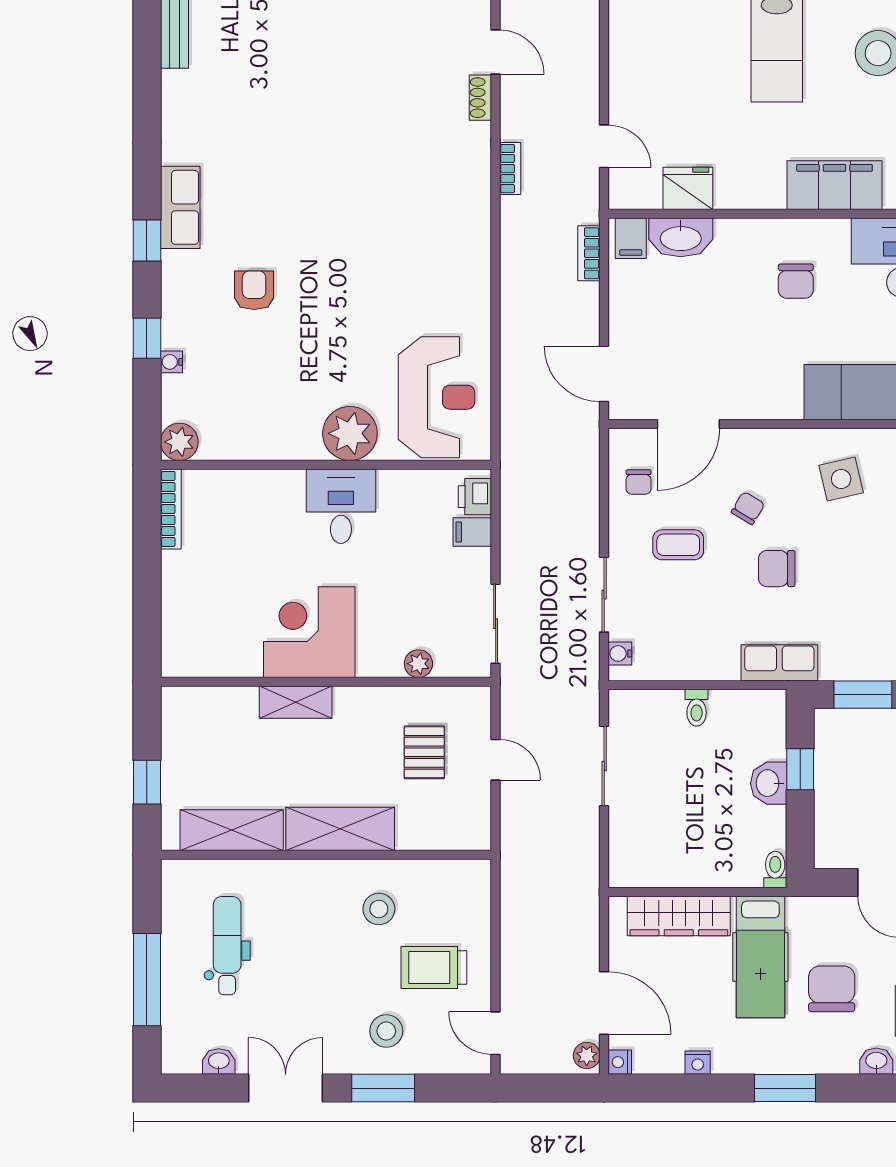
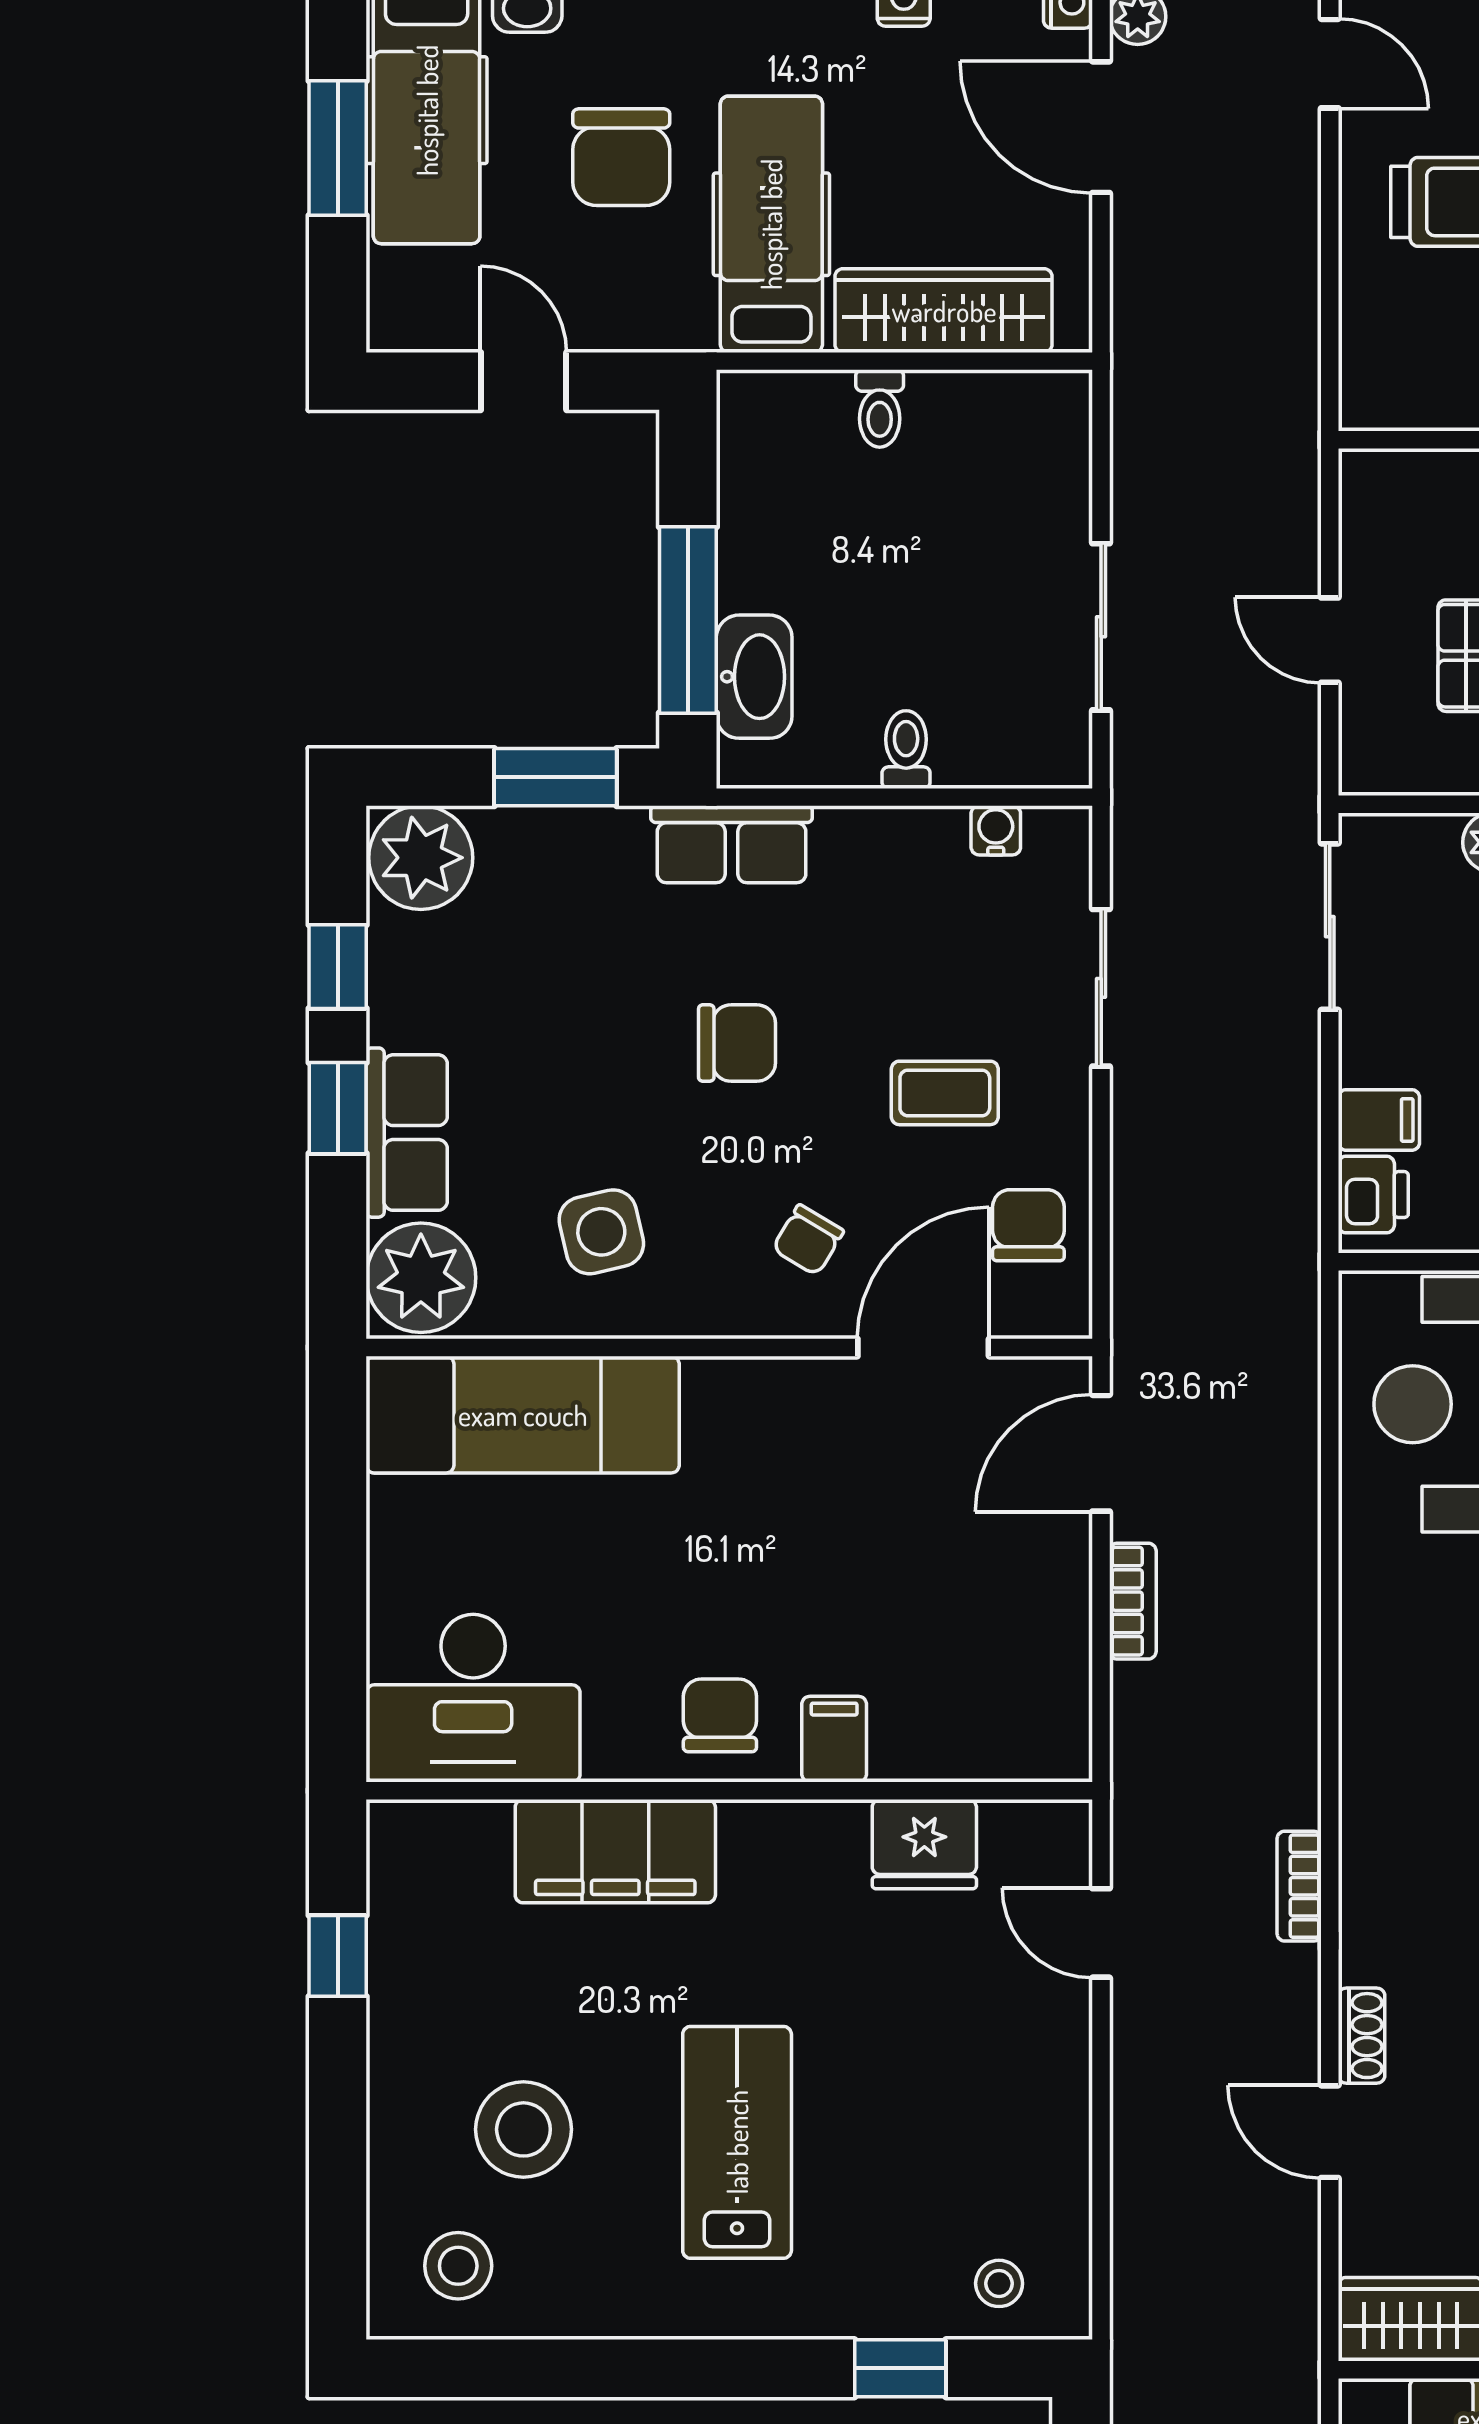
washbasin: (681, 237) -> (939, 1741), removed
filing cabinet: (631, 238) -> (834, 1739), moved
bookcase: (589, 253) -> (1133, 1601), moved
chair: (796, 281) -> (720, 1715), moved
door: (604, 374) -> (1101, 1453), swing flipped
chair: (639, 482) -> (1028, 1225), width x1.37, depth x1.37
chair: (748, 508) -> (808, 1240), moved
water cooler: (620, 654) -> (996, 830), moved, turned -90
window: (800, 769) -> (688, 620), width x2.17
washbasin: (769, 783) -> (754, 677), moved, width x1.38
toilet: (775, 870) -> (880, 408), moved

